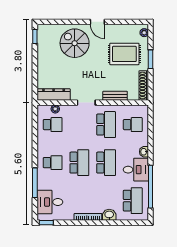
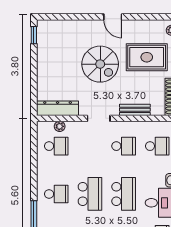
spiral stairs: (75, 43) -> (100, 64), moved, turned 180
school desk: (106, 125) -> (124, 146), width x0.54

